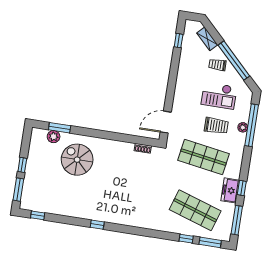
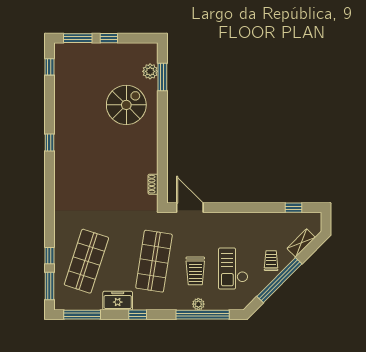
window: (242, 188) -> (138, 315), moved

